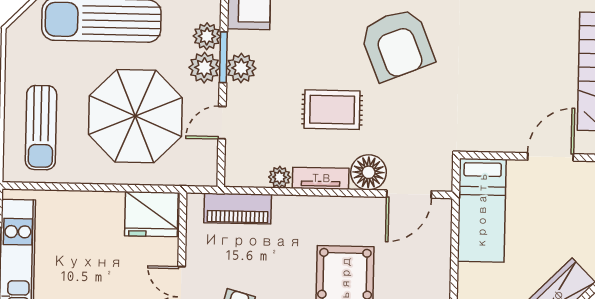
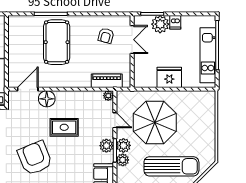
door: (222, 123) -> (115, 120), hinge flipped
sun lounger: (41, 128) -> (198, 116), removed
plant: (280, 177) -> (108, 96), moved
tv unit: (321, 178) -> (69, 96), removed
fridge: (151, 214) -> (169, 77), moved

